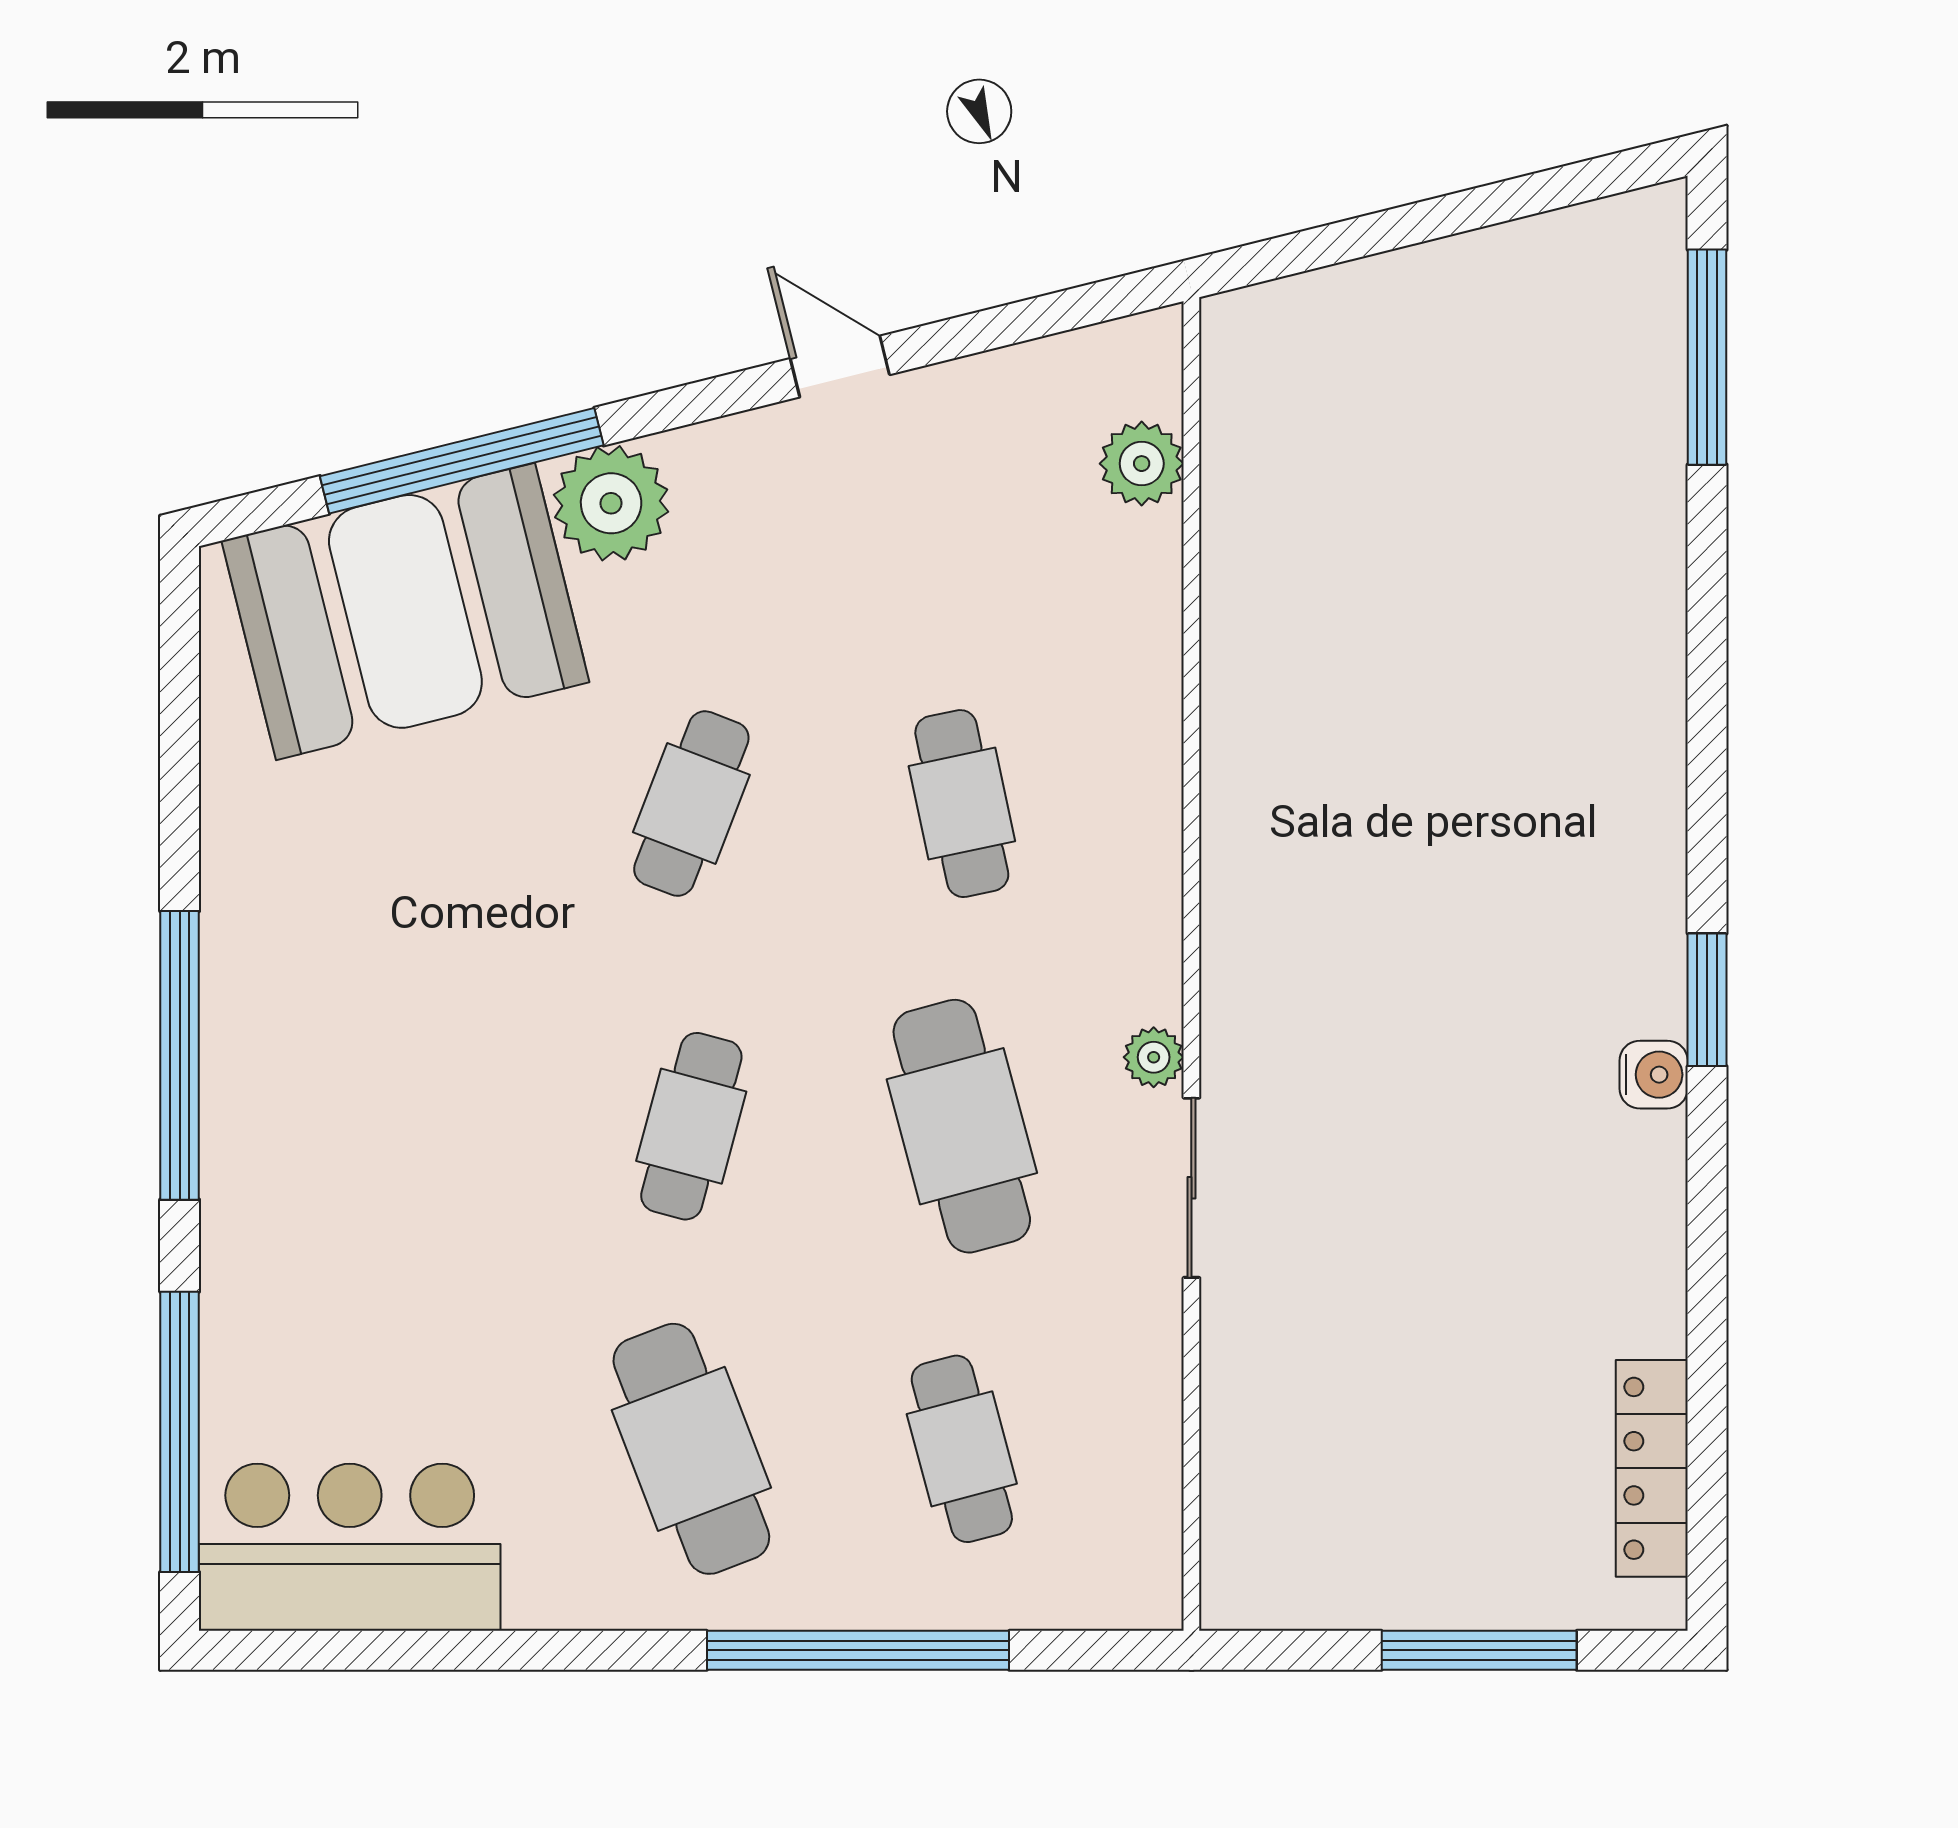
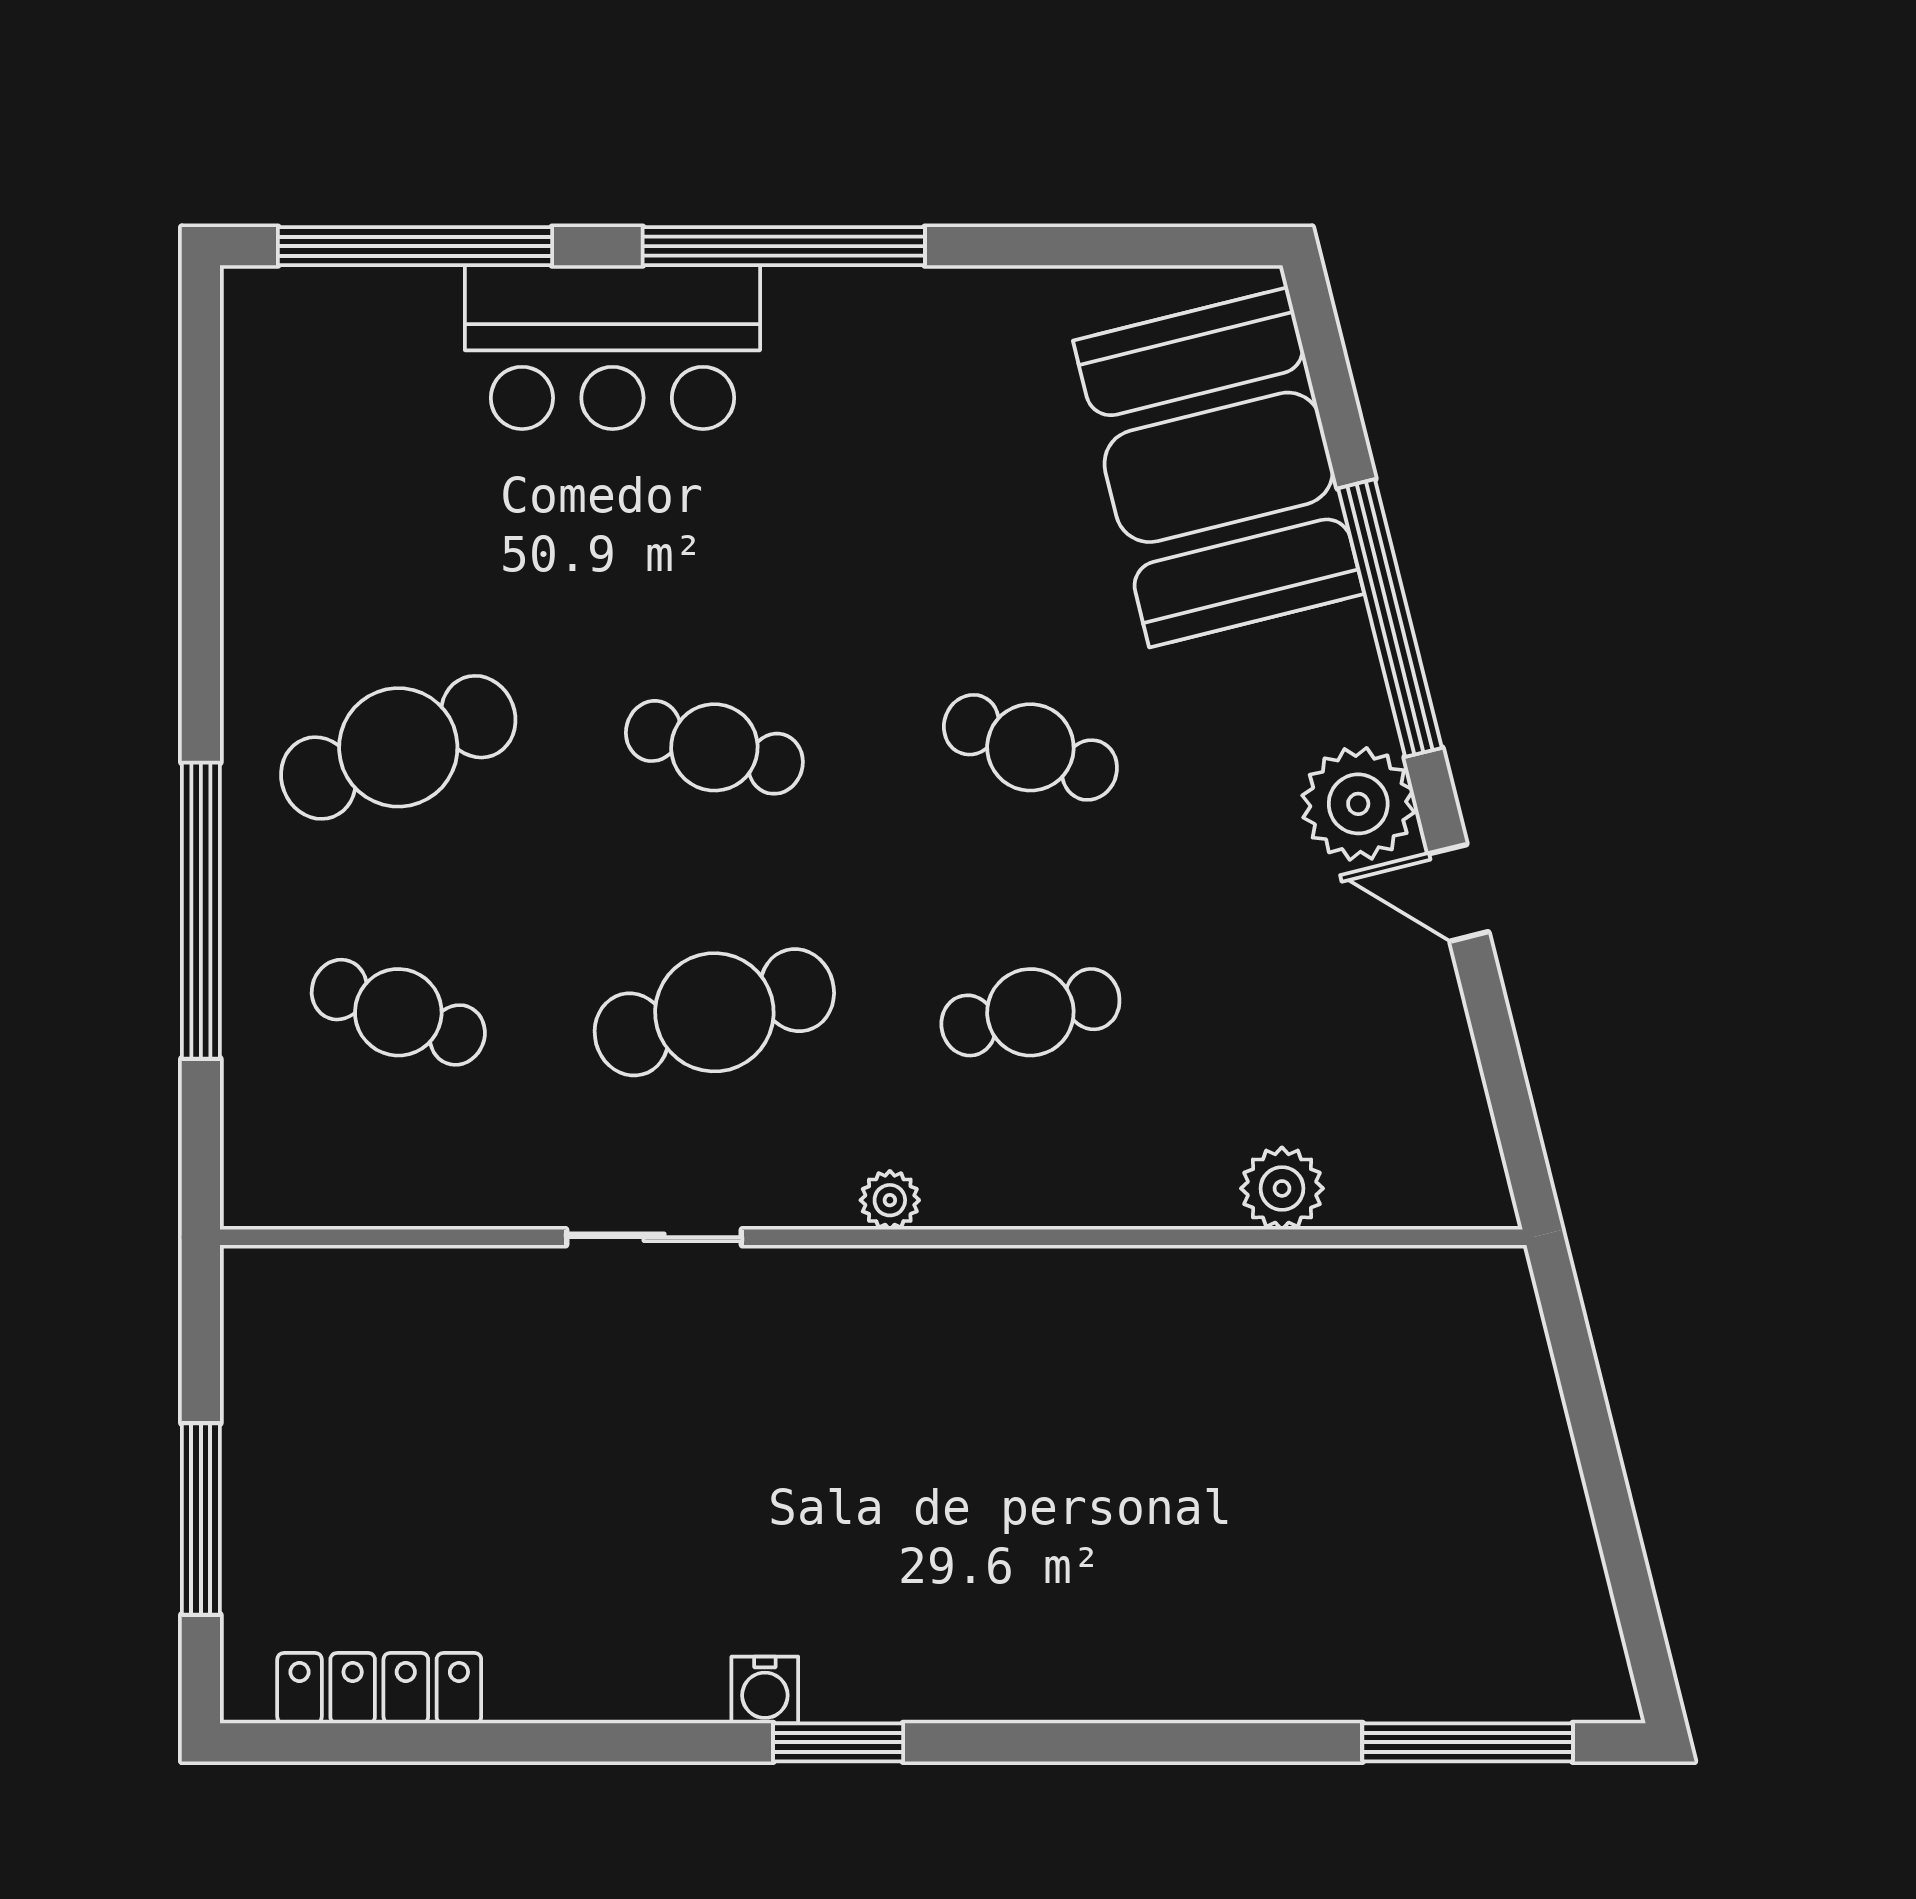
door: (840, 367) -> (1458, 893), swing flipped
window: (462, 461) -> (1390, 618), moved
plant: (1142, 464) -> (1282, 1188), moved
plant: (611, 503) -> (1358, 804), moved
plant: (1154, 1057) -> (890, 1200), moved
cafe table: (962, 1449) -> (398, 1012), turned 36
bar counter: (350, 1547) -> (612, 347), moved, turned 90

